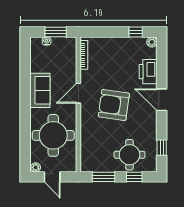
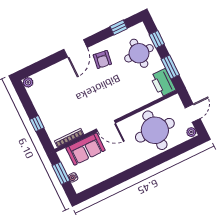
window: (136, 32) -> (37, 124), moved
printer: (148, 72) -> (163, 83), moved, turned 90
sofa: (40, 90) -> (85, 149), moved, turned 180
armchair: (114, 105) -> (102, 59), moved, width x0.53, depth x0.53

